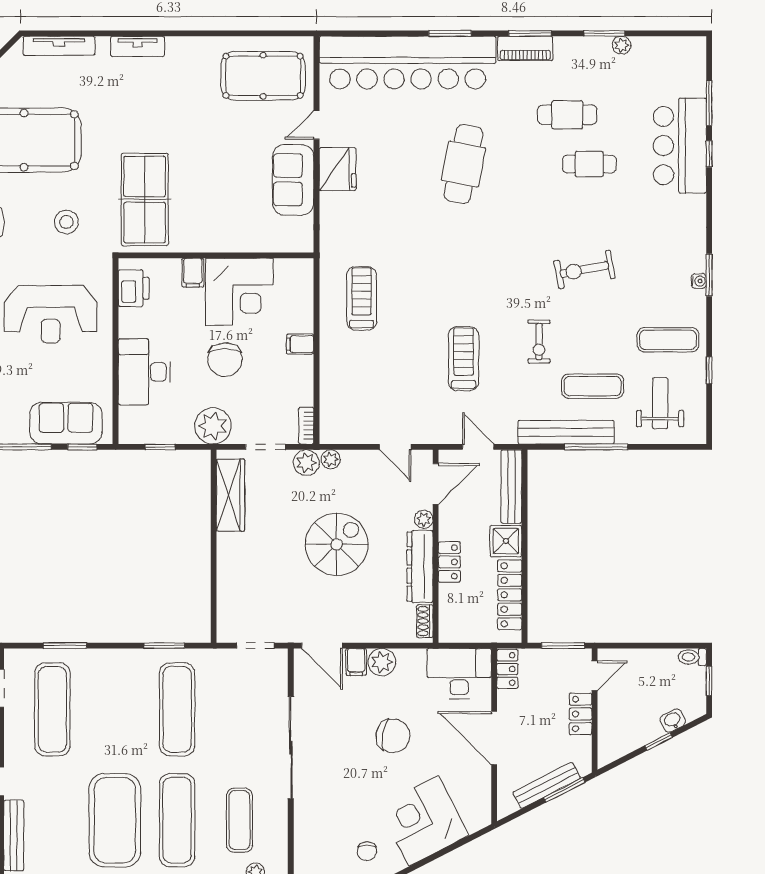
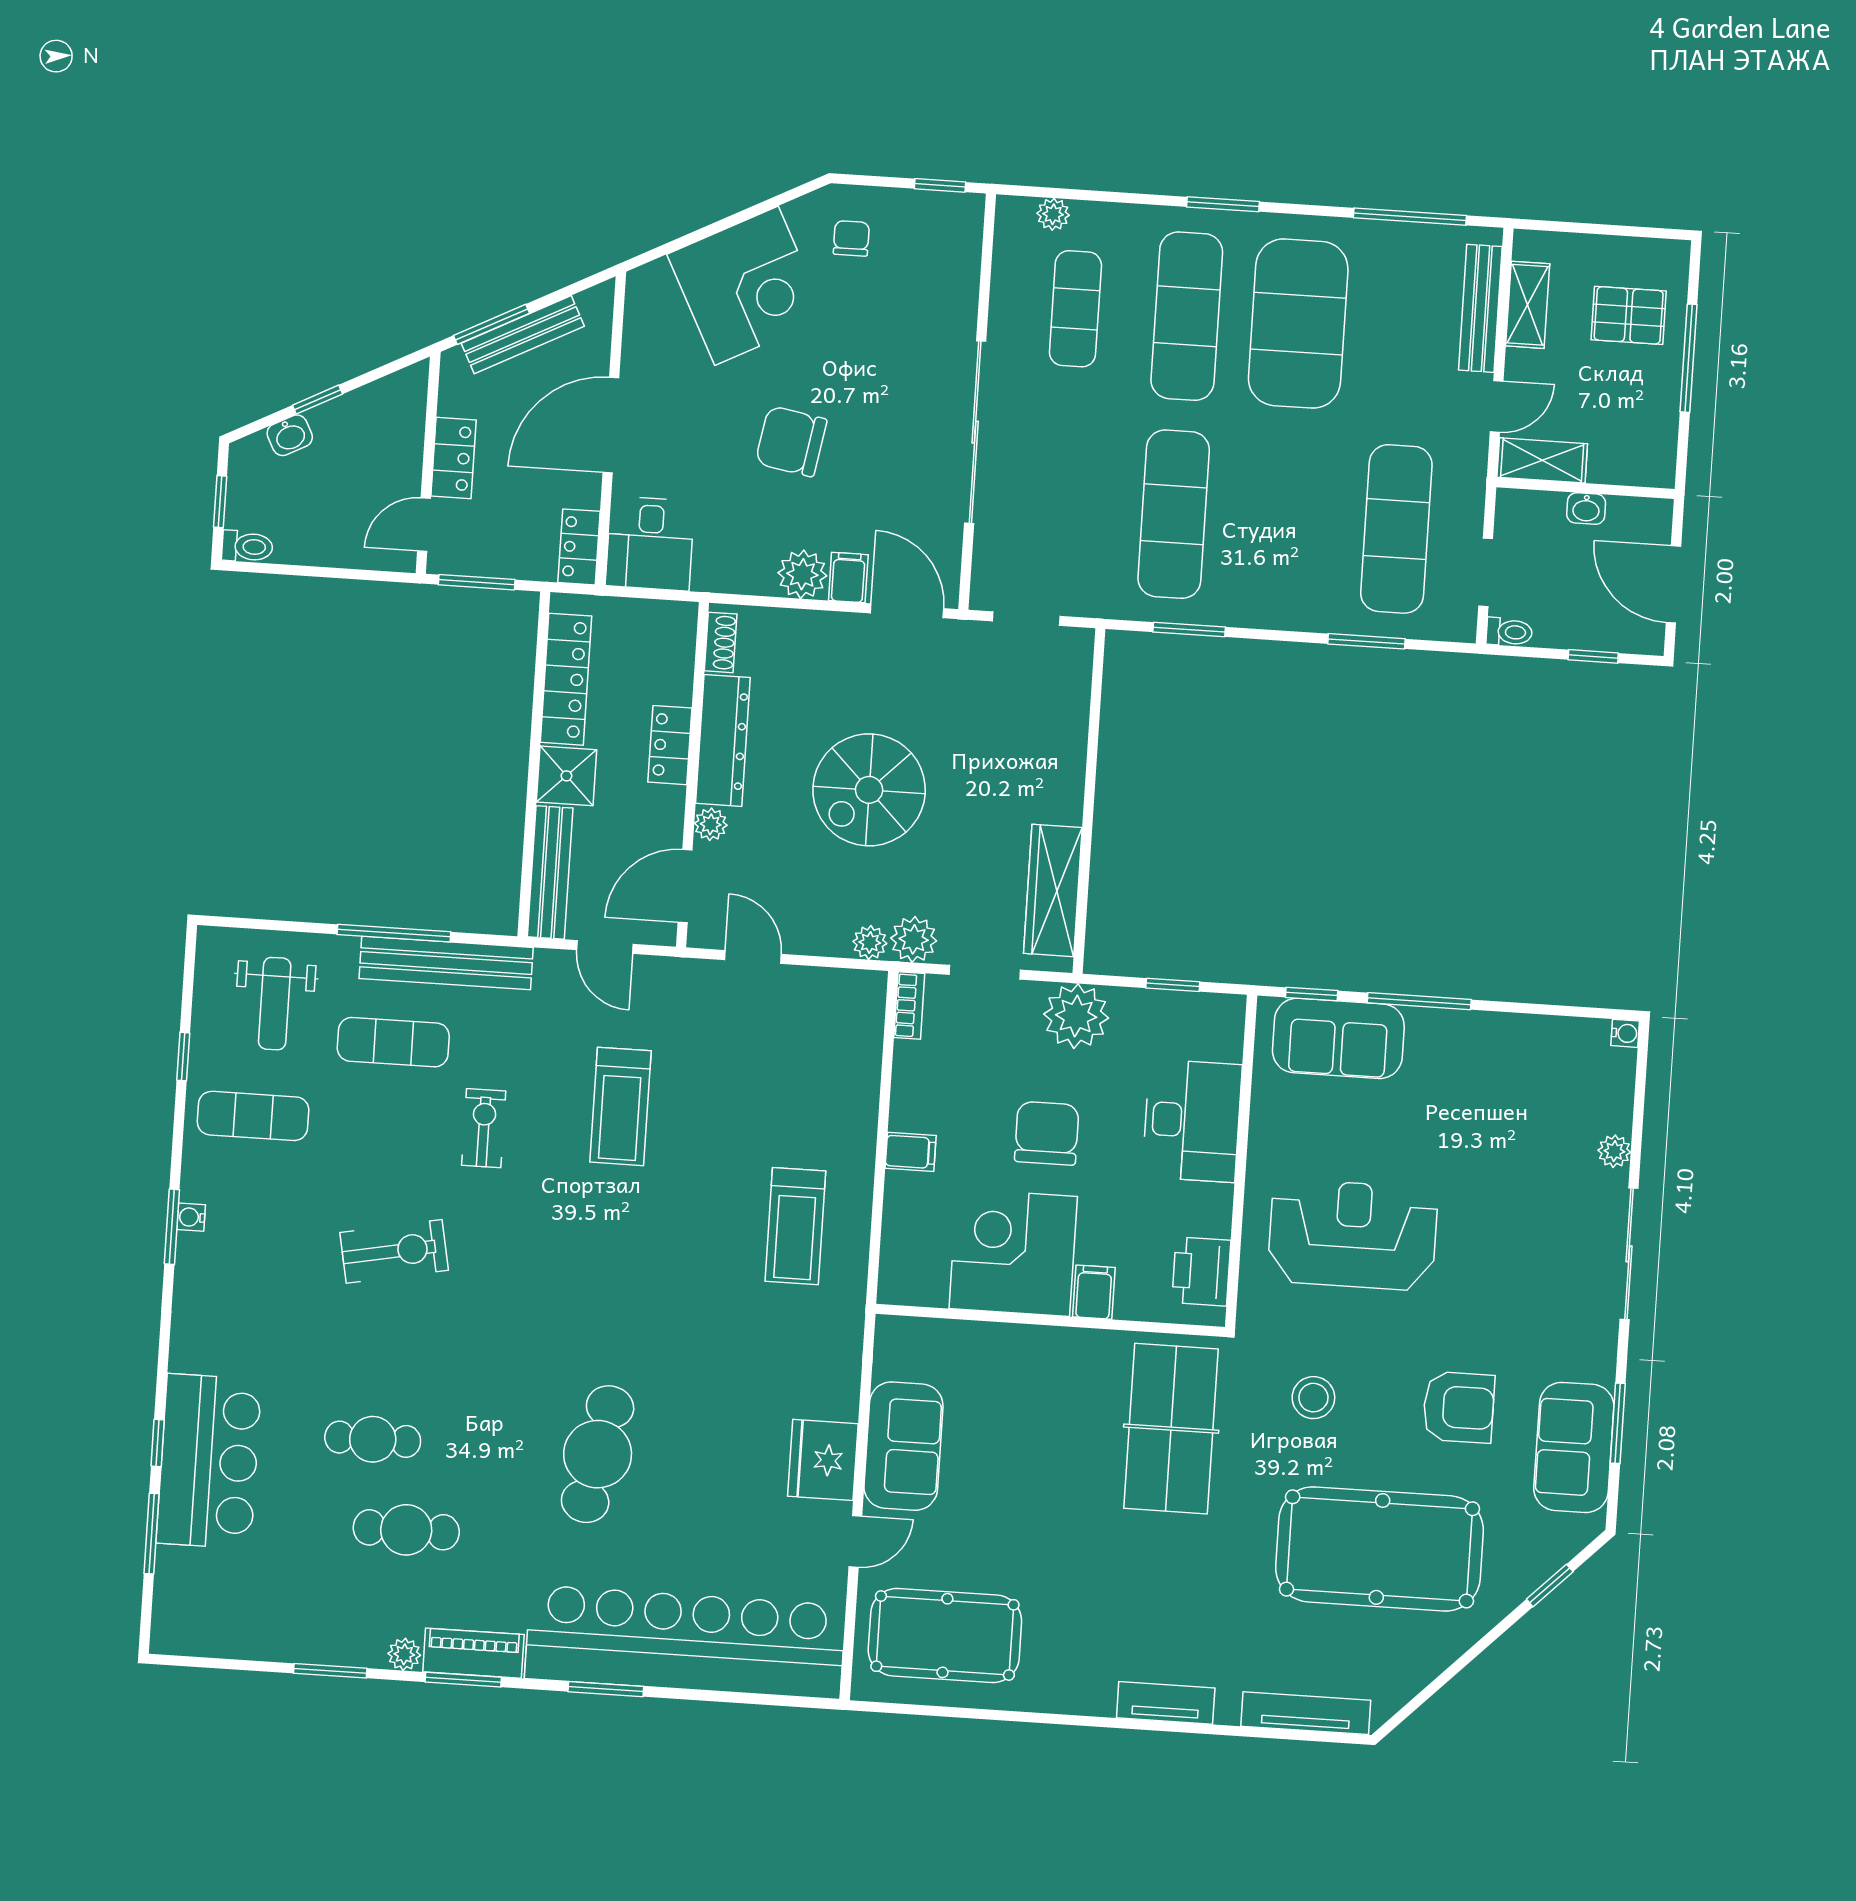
plant: (622, 45) -> (404, 1654), moved
desk: (459, 674) -> (650, 543), width x0.73
door: (494, 738) -> (611, 425), swing flipped

